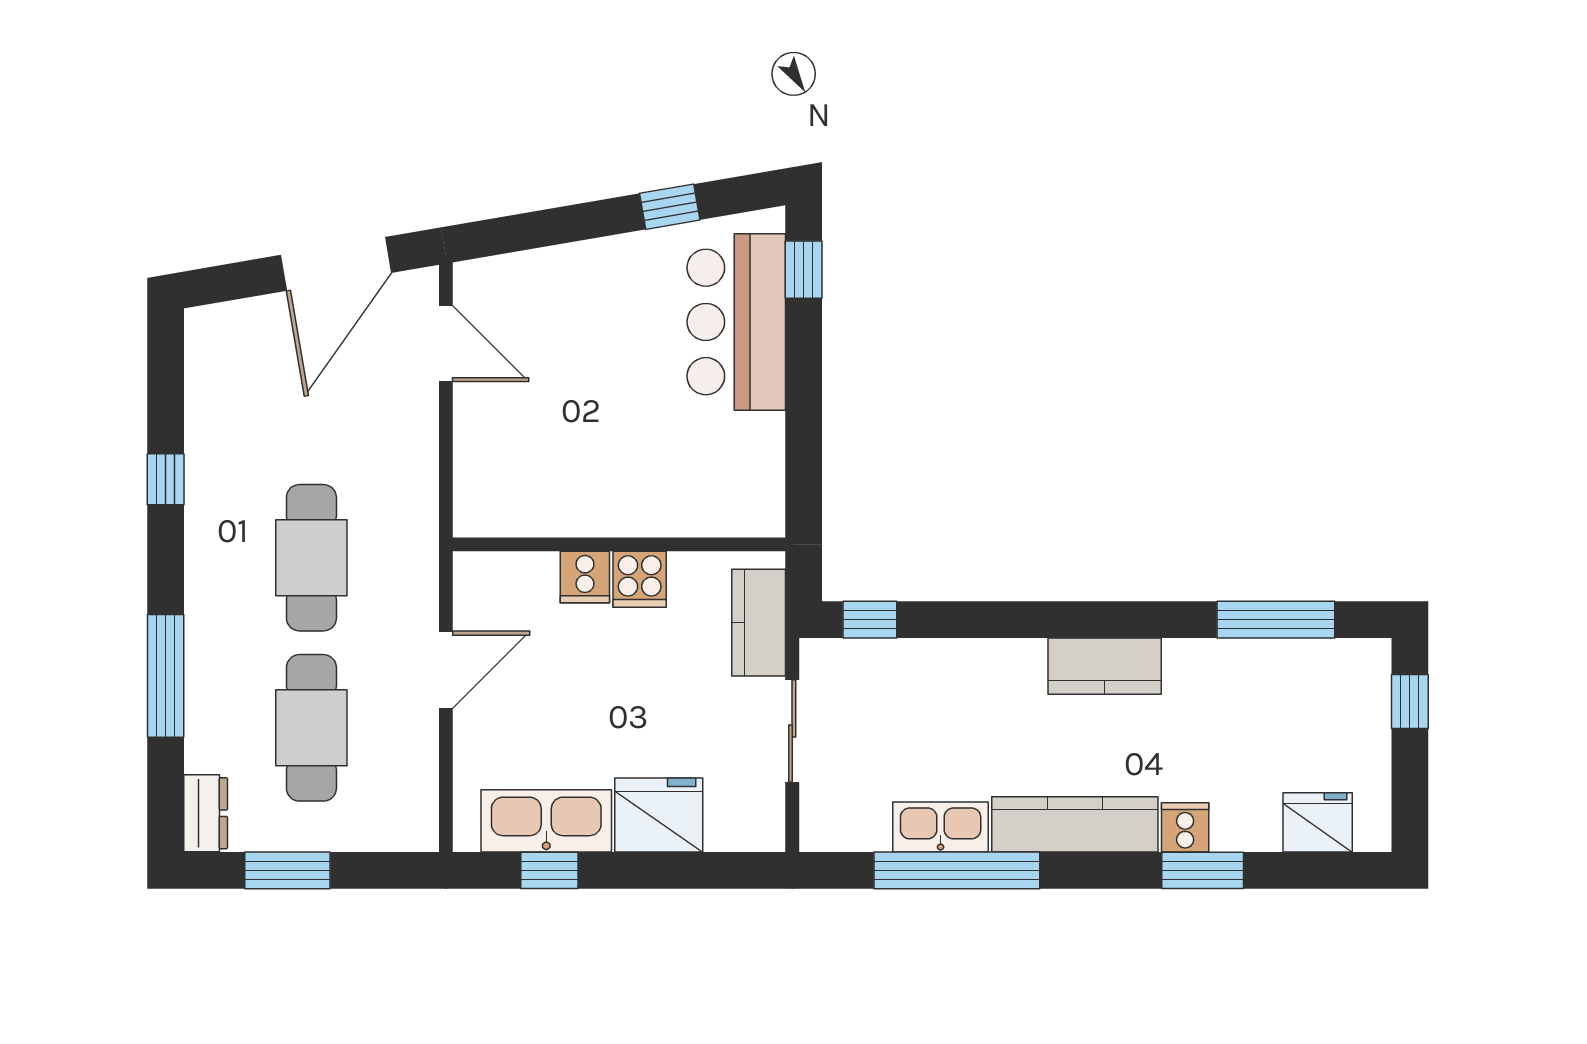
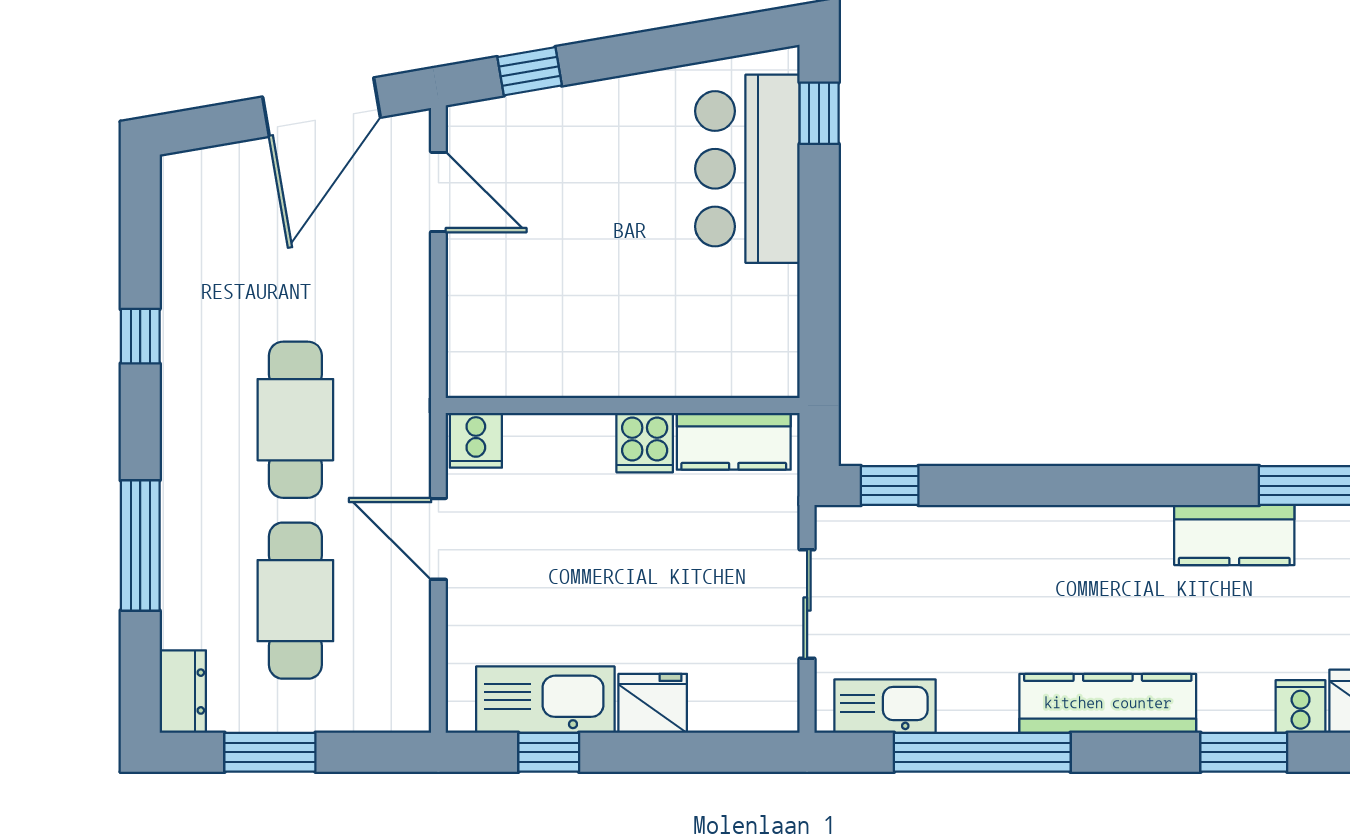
window: (670, 207) -> (530, 71), moved
cooker: (585, 577) -> (476, 440), moved
kitchen counter: (759, 623) -> (734, 441), moved, turned -90
kitchen counter: (1105, 666) -> (1234, 535), moved
door: (446, 670) -> (438, 539), swing flipped
fridge: (659, 815) -> (653, 703), width x0.73, depth x0.75
kitchen sink: (941, 827) -> (885, 706), moved
cooker: (1185, 827) -> (1301, 707), moved

